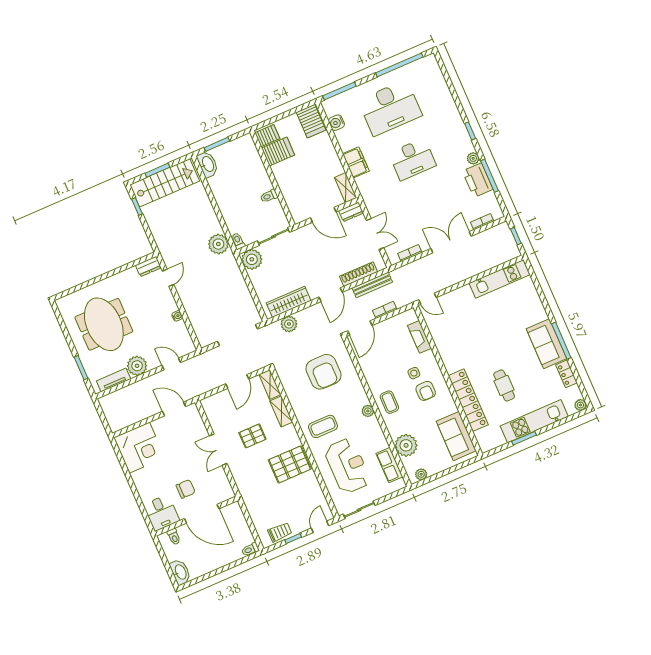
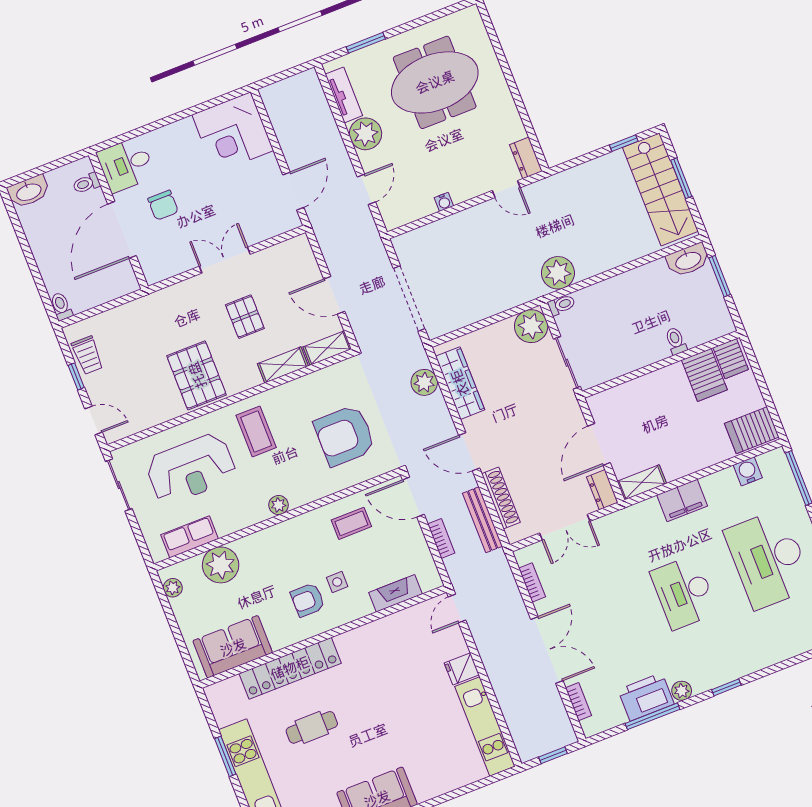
toilet: (269, 196) -> (676, 341), moved
fridge: (465, 294) -> (462, 669), added
coffee table: (389, 402) -> (351, 523), moved

